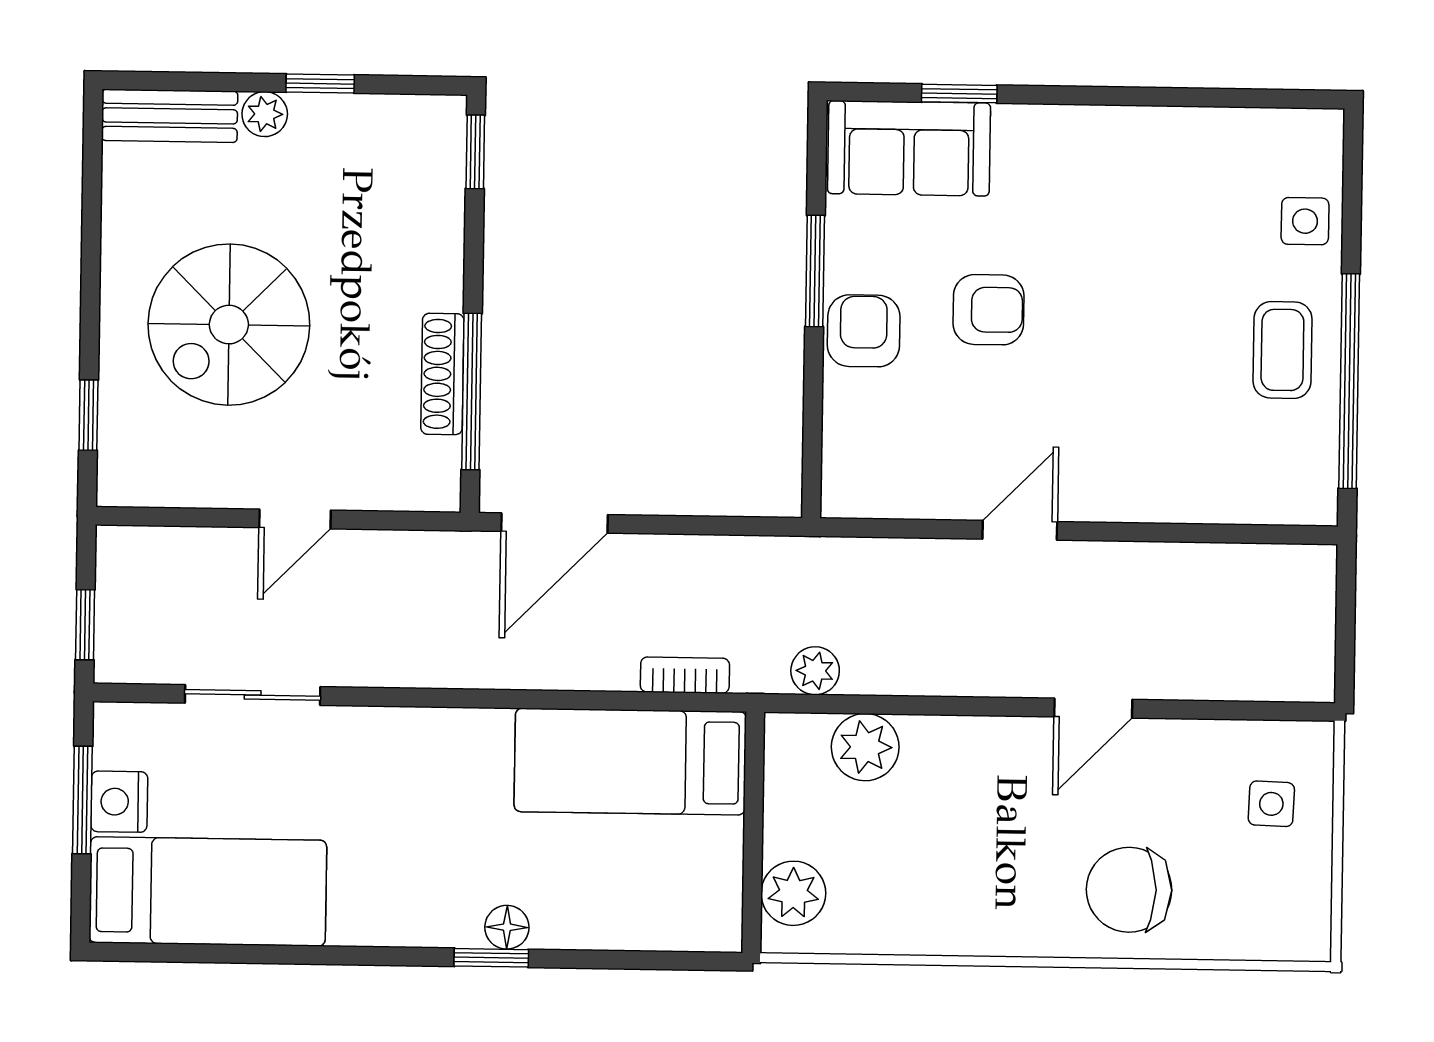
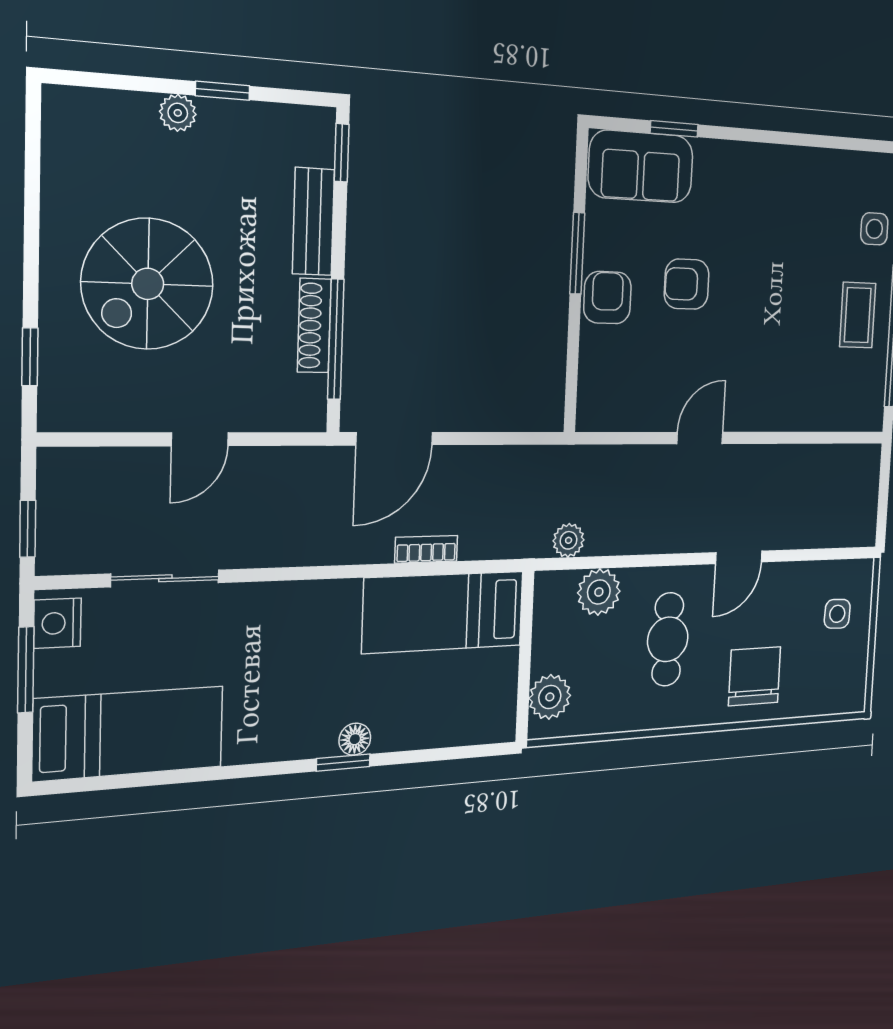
bench: (170, 116) -> (313, 222), moved, turned 90
armchair: (989, 310) -> (687, 284), turned 180
bookcase: (685, 675) -> (426, 549), moved
nightstand: (119, 802) -> (57, 623), moved
cafe table: (979, 823) -> (668, 639), added
chair: (1129, 890) -> (755, 676), turned 90

